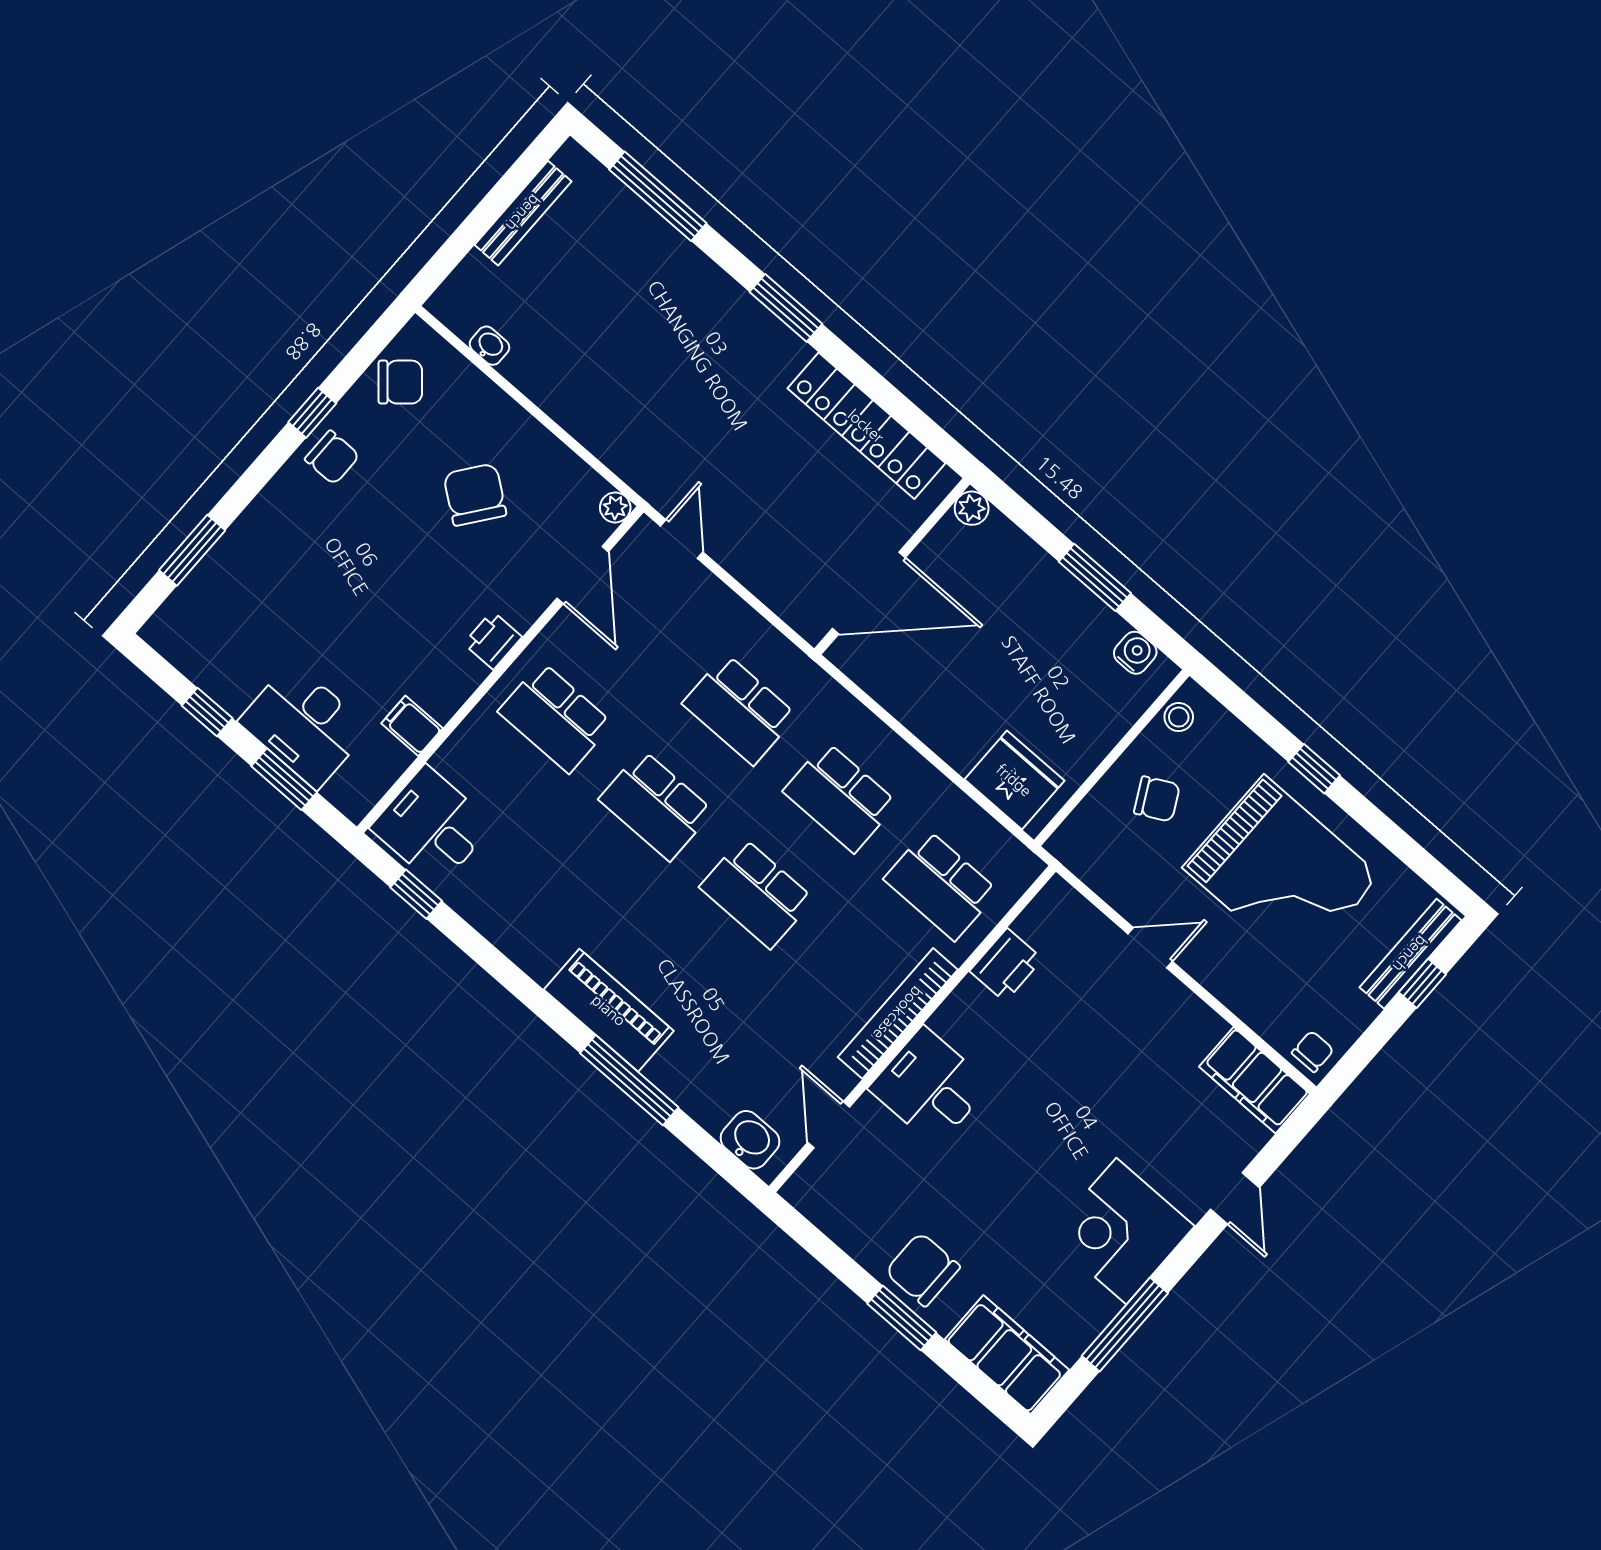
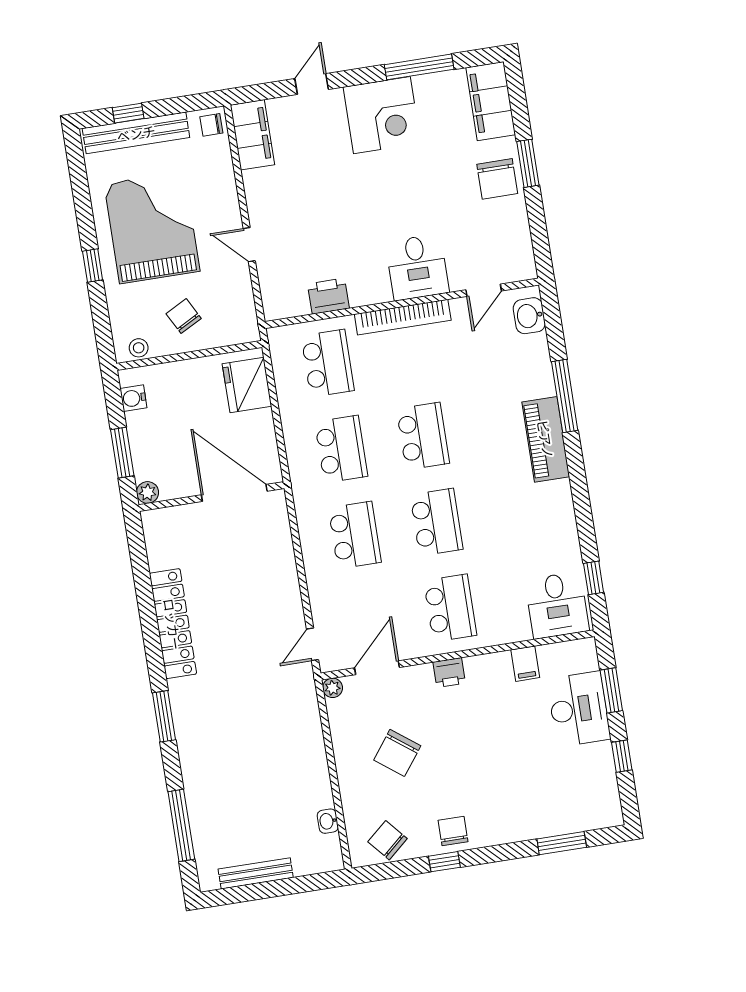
plant: (972, 508) -> (148, 492), moved
wall: (892, 566) -> (212, 497), moved
door: (869, 593) -> (234, 493), moved
bench: (1410, 954) -> (136, 133), width x1.37, depth x1.21

